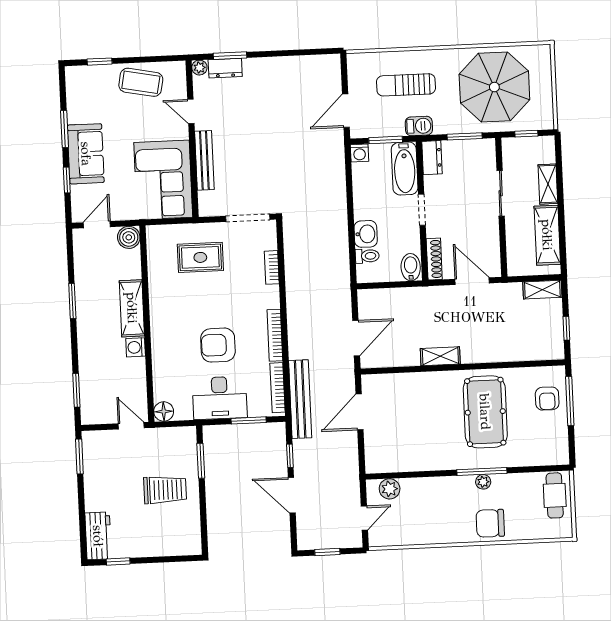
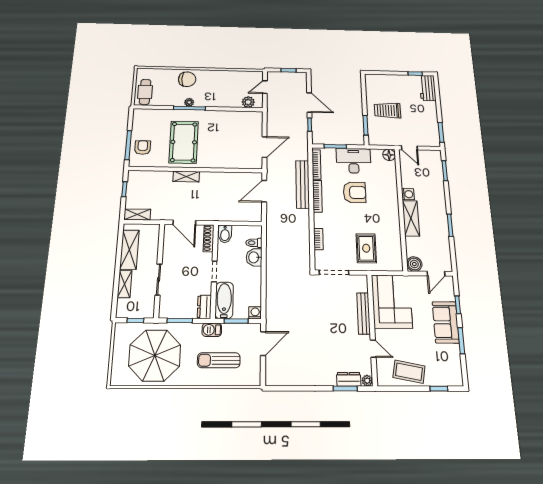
sun lounger: (406, 85) -> (219, 360), turned 180
rug: (200, 257) -> (366, 248), turned 90
shelving: (440, 356) -> (186, 177), moved
bench: (300, 399) -> (303, 184), moved

